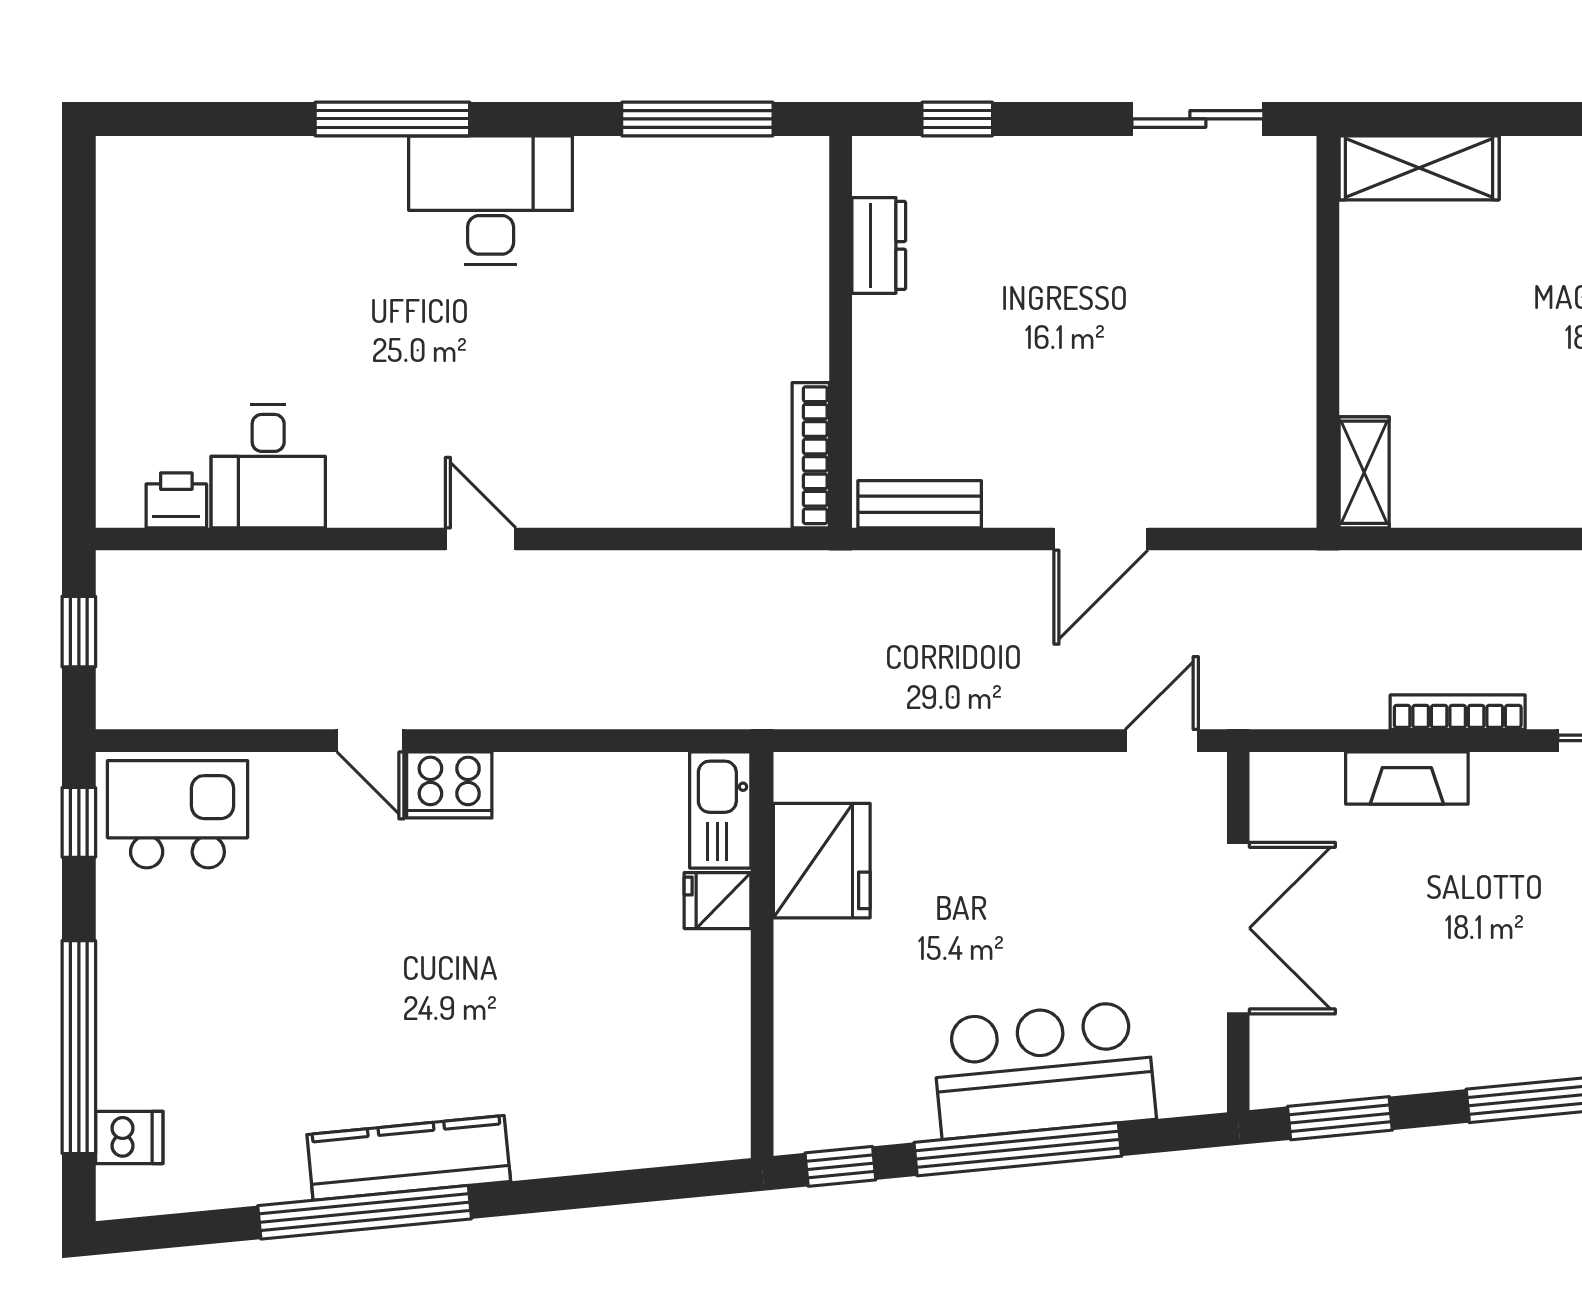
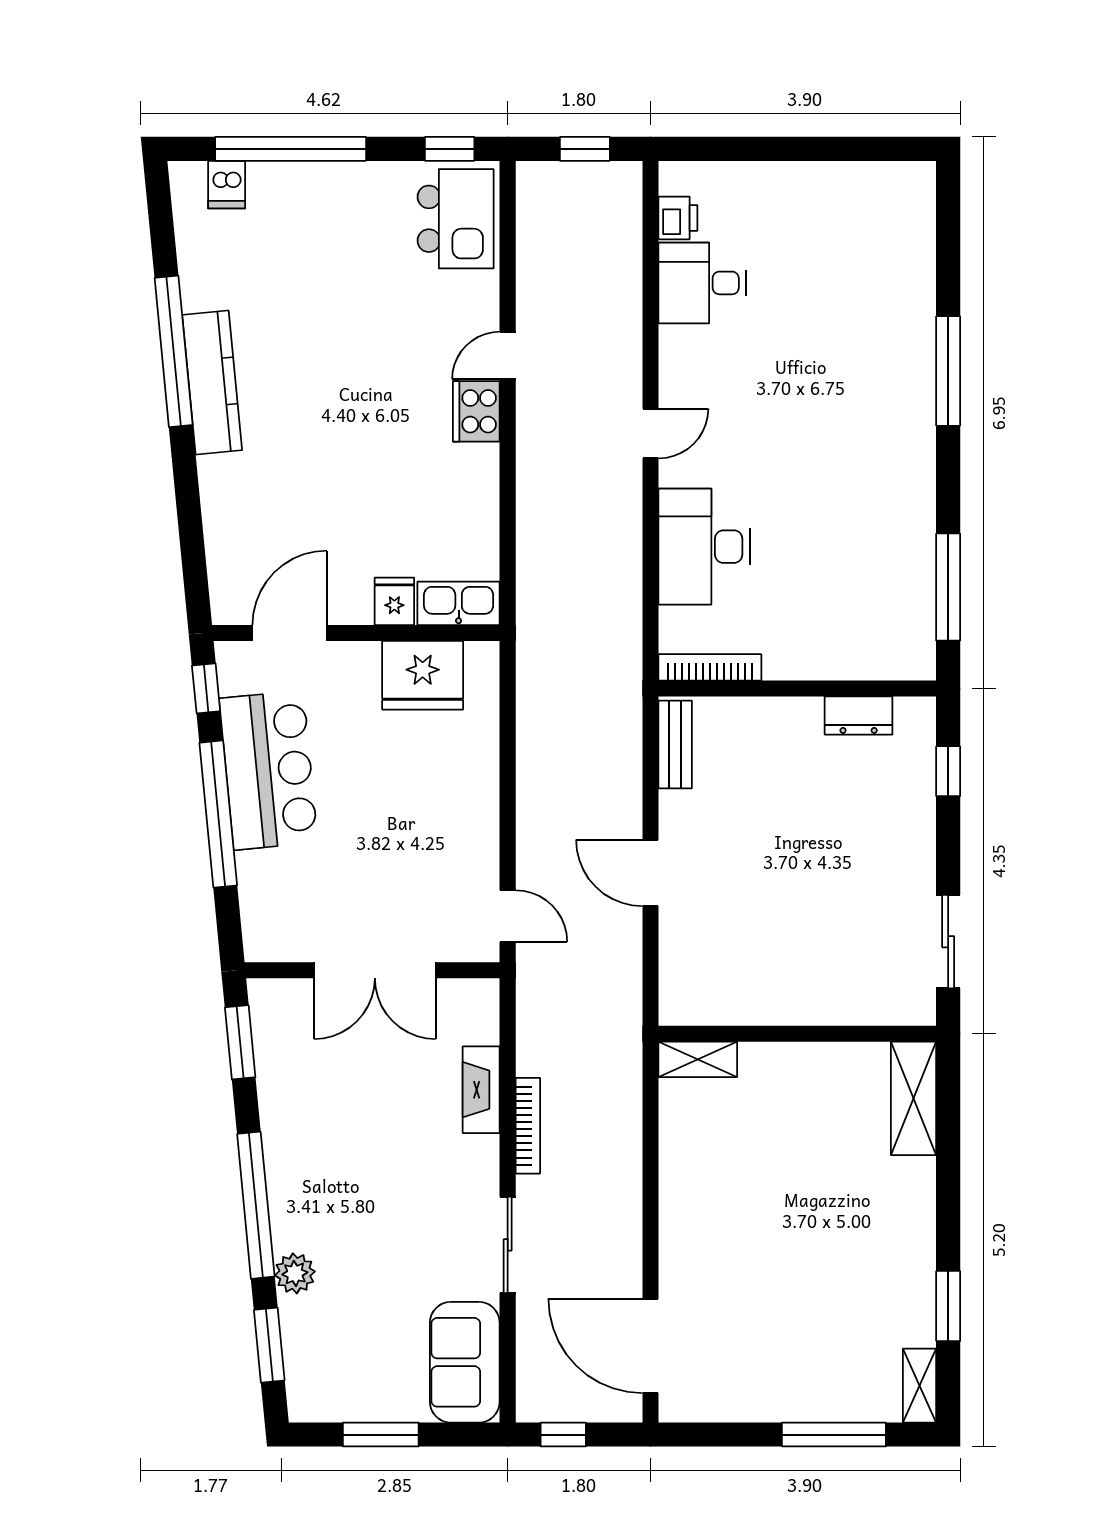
desk: (491, 200) -> (704, 547), moved, turned 180
door: (762, 1048) -> (290, 633), added
bar counter: (1044, 1070) -> (269, 770), moved

